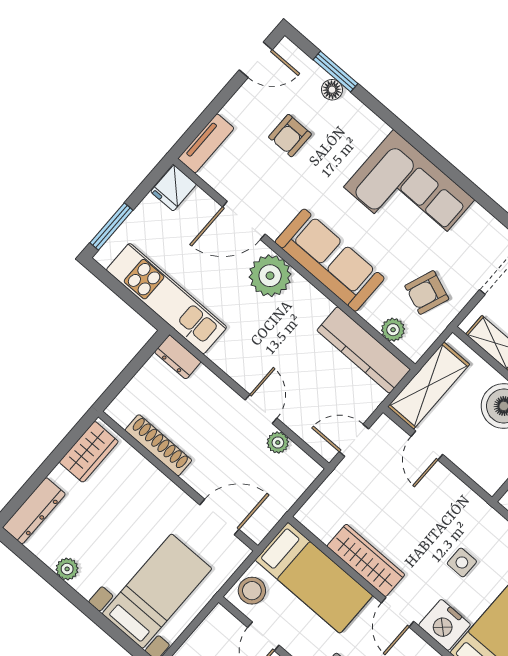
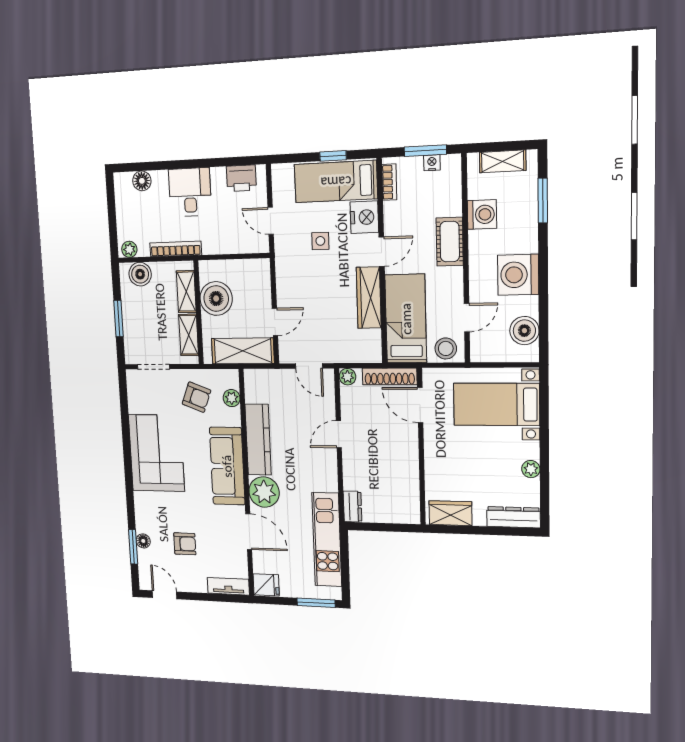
kitchen counter: (364, 350) -> (258, 440), moved
plant: (278, 443) -> (347, 377), moved
shoe rack: (158, 445) -> (390, 377), moved, turned -90

